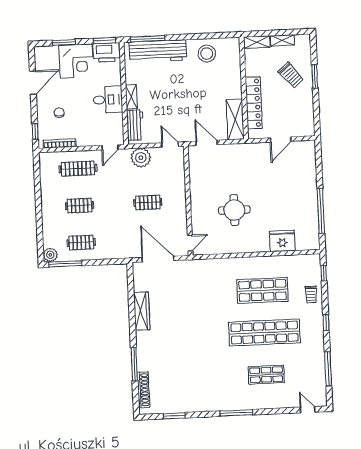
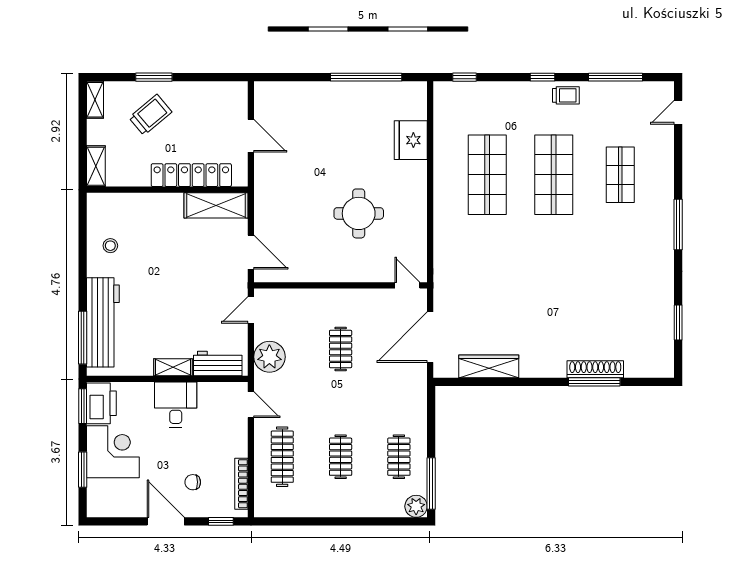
shelving: (282, 40) -> (95, 100), moved
stool: (207, 54) -> (110, 246), width x0.53, depth x0.53
door: (33, 83) -> (166, 521), moved
door: (207, 143) -> (251, 252), swing flipped
trolley: (311, 294) -> (566, 95), moved
wardrobe: (142, 311) -> (489, 366), moved
shop shelf: (264, 333) -> (554, 175), width x0.71
shoe rack: (143, 390) -> (595, 369), moved

